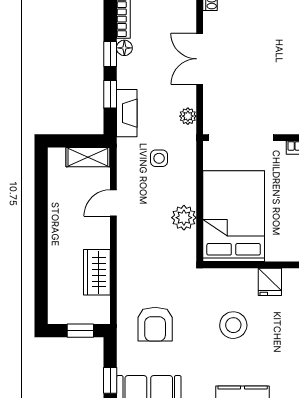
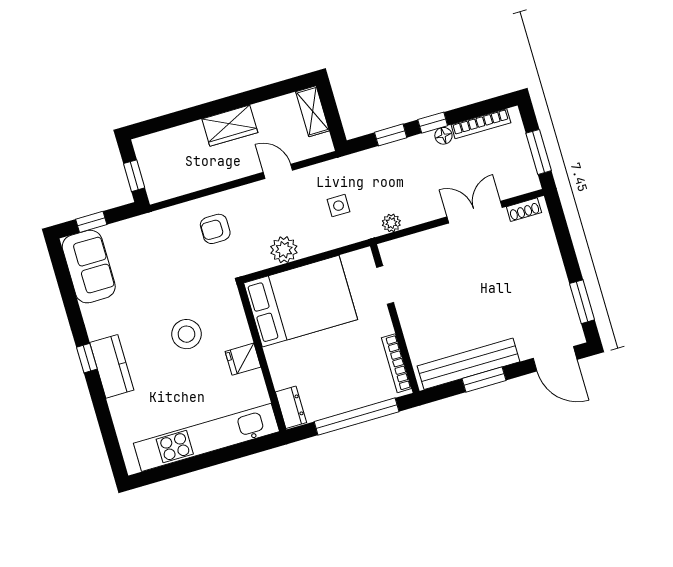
double door: (200, 59) -> (475, 212), moved
fireplace: (127, 113) -> (376, 158), removed
doorway: (241, 138) -> (385, 285), width x0.53
shelving: (88, 157) -> (312, 111), moved
wardrobe: (97, 272) -> (230, 126), moved, turned 180
armchair: (155, 324) -> (215, 229), moved, width x0.72, depth x0.72

